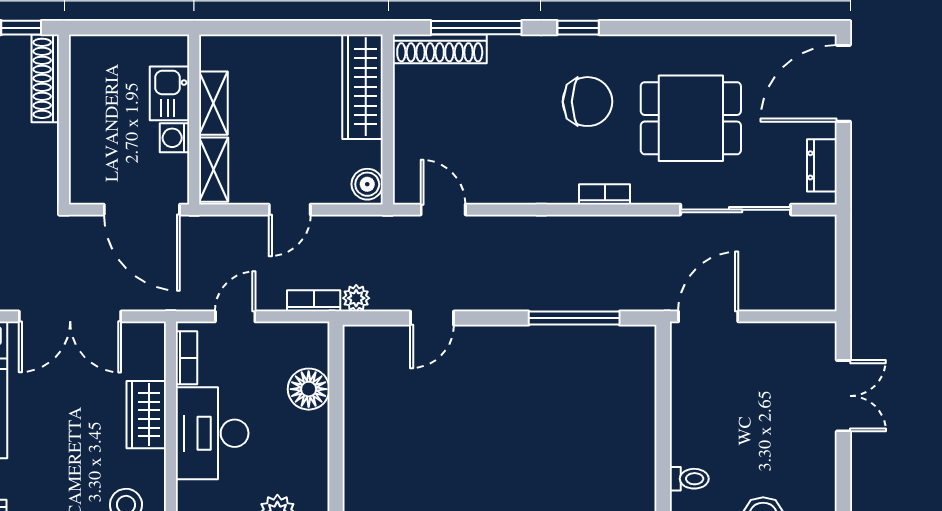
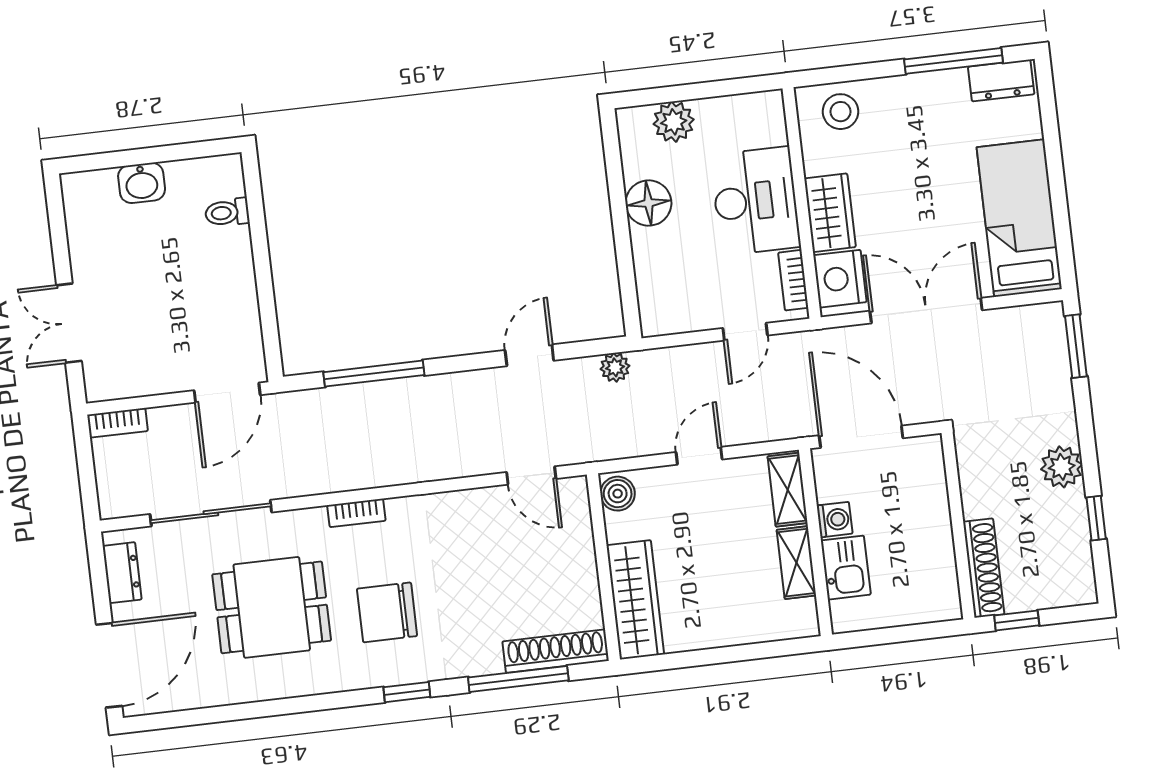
bookcase: (314, 301) -> (117, 423), moved
nightstand: (144, 354) -> (840, 279), added
floor lamp: (309, 389) -> (648, 203), moved

